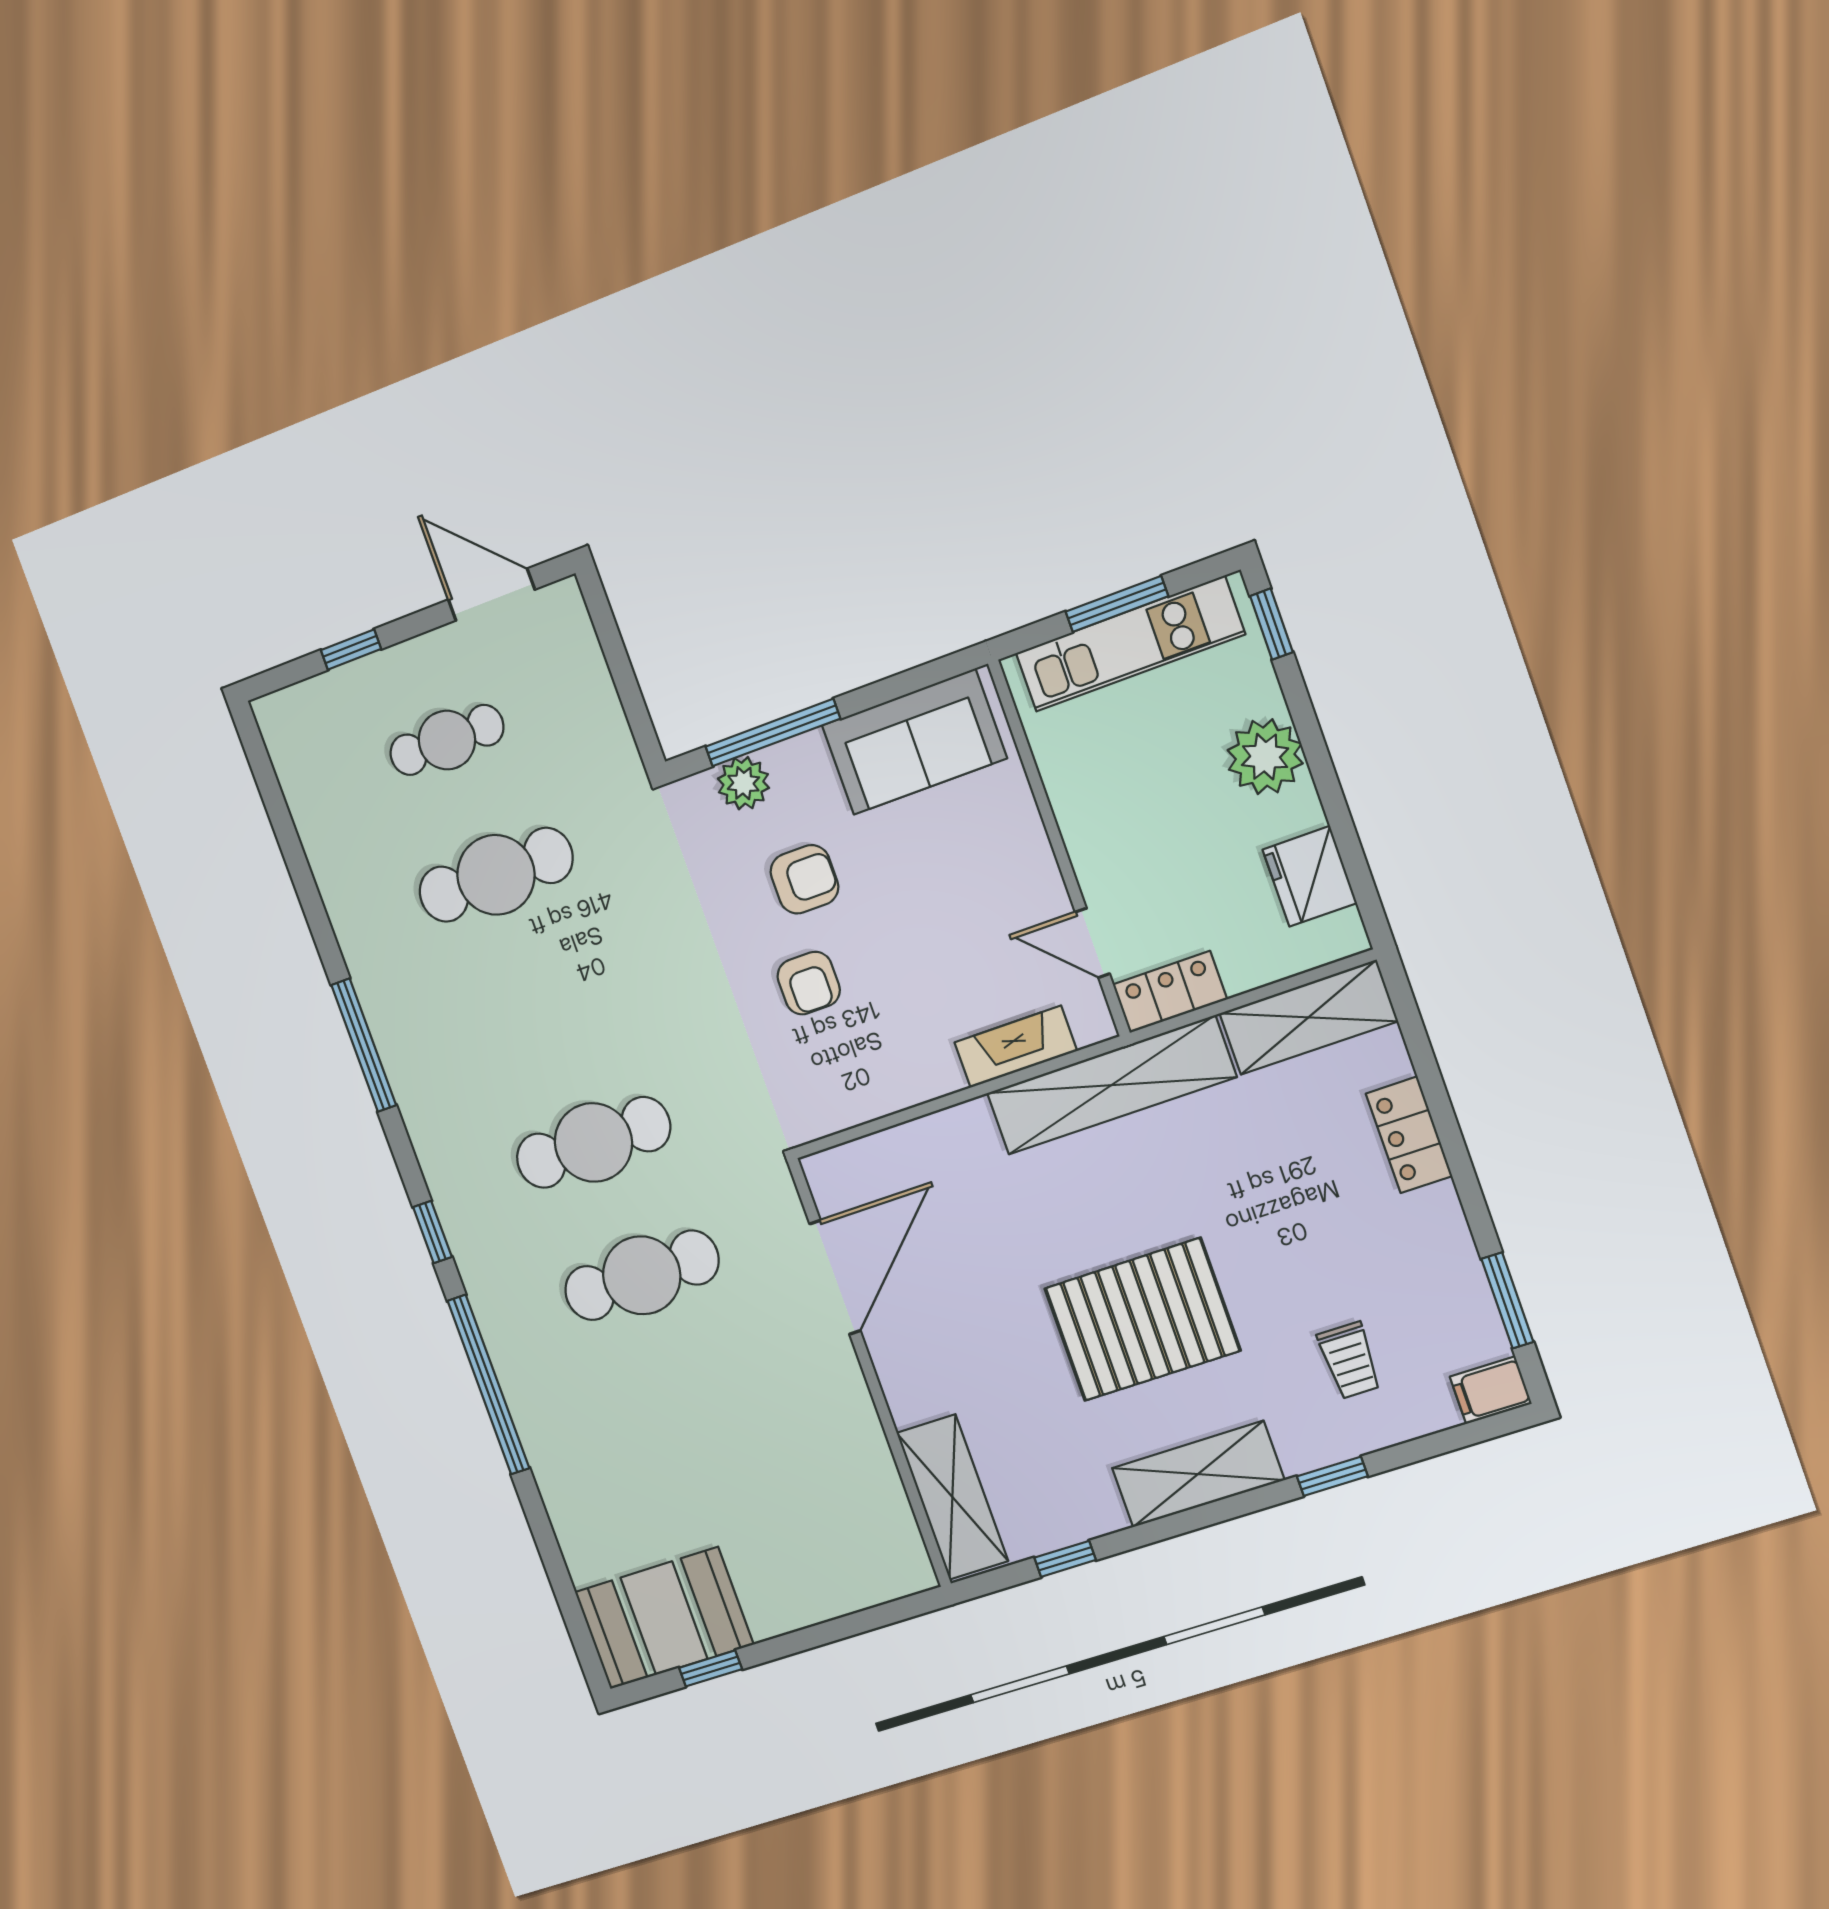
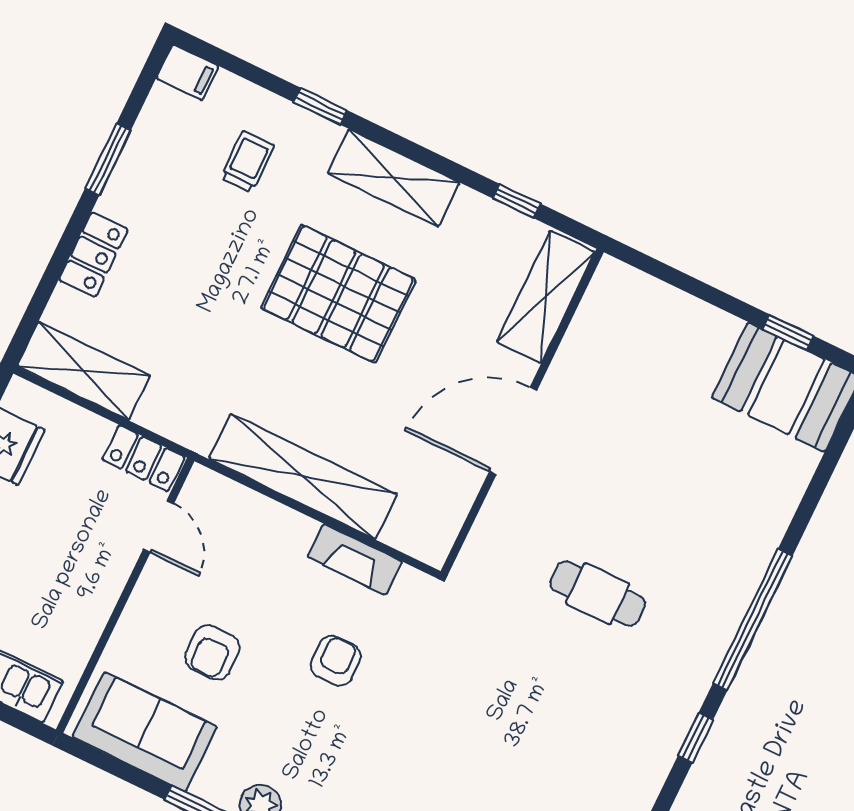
armchair: (804, 879) -> (212, 652), moved, turned -90
fireplace: (1016, 1047) -> (355, 559), moved
shelving: (1111, 1085) -> (303, 477), moved
cafe table: (593, 1142) -> (549, 695), removed
cafe table: (642, 1275) -> (598, 594), width x0.73, depth x0.74
door: (835, 1277) -> (513, 431), moved
window: (1507, 1300) -> (108, 160), moved

